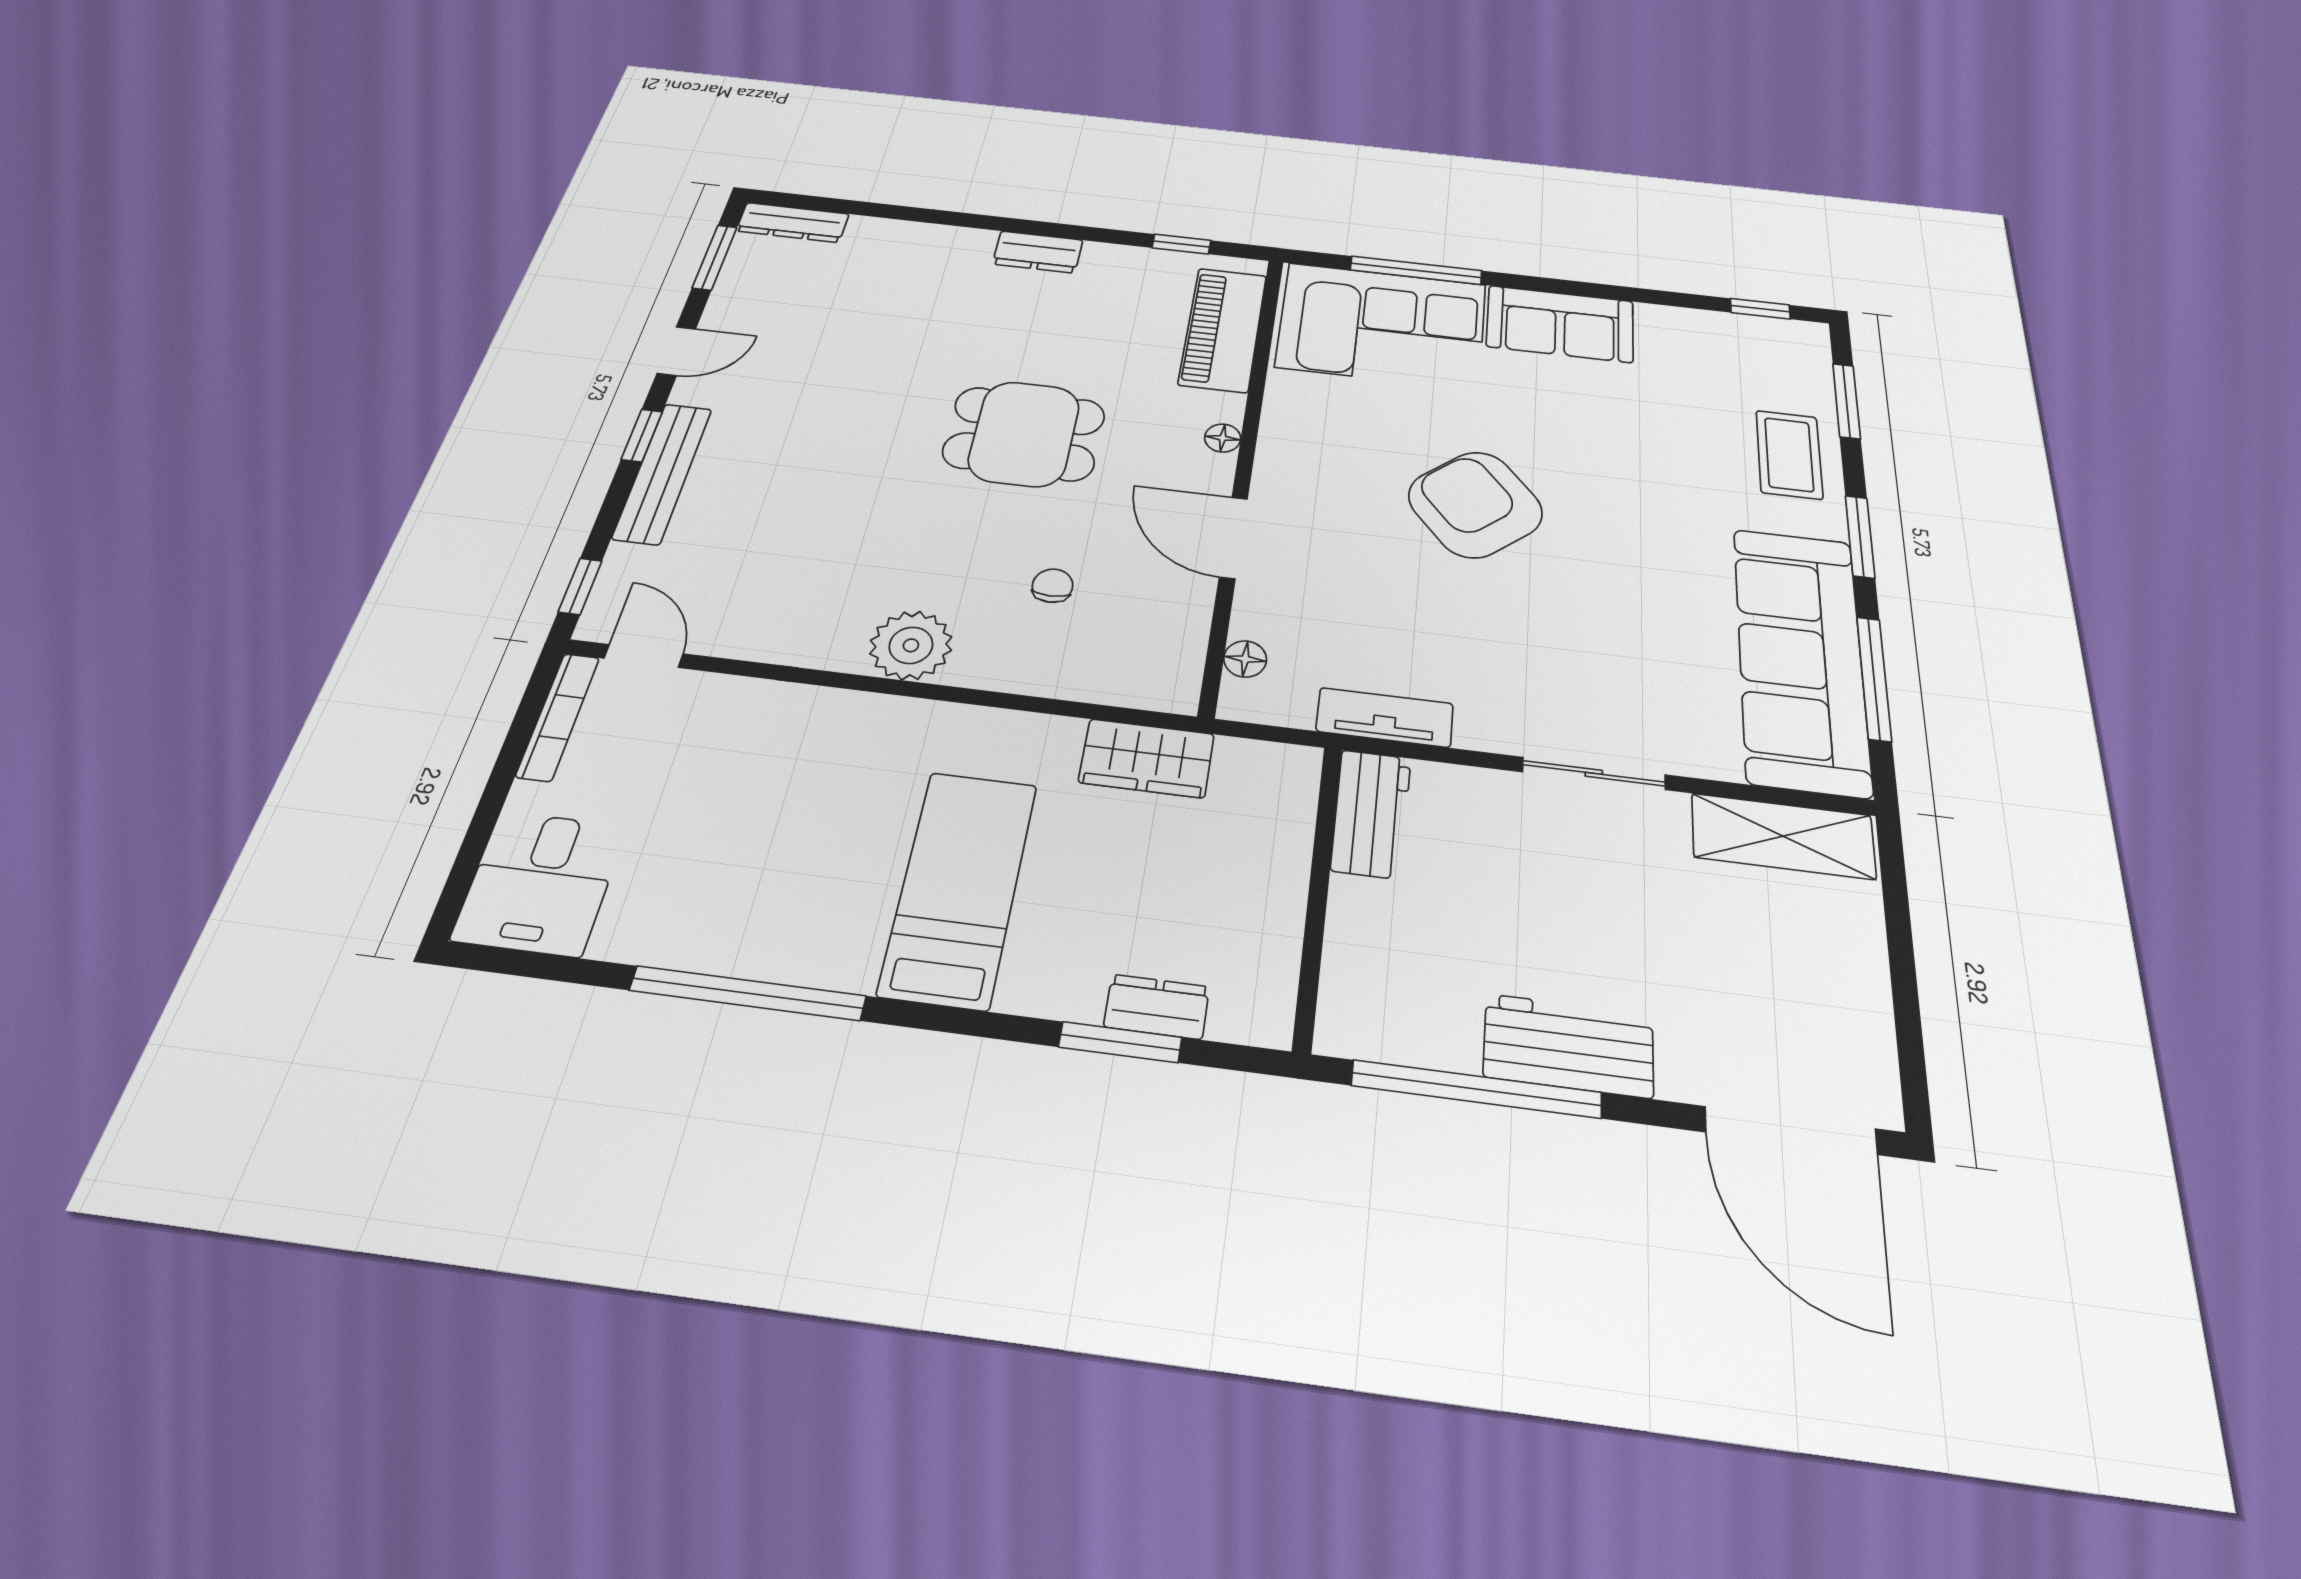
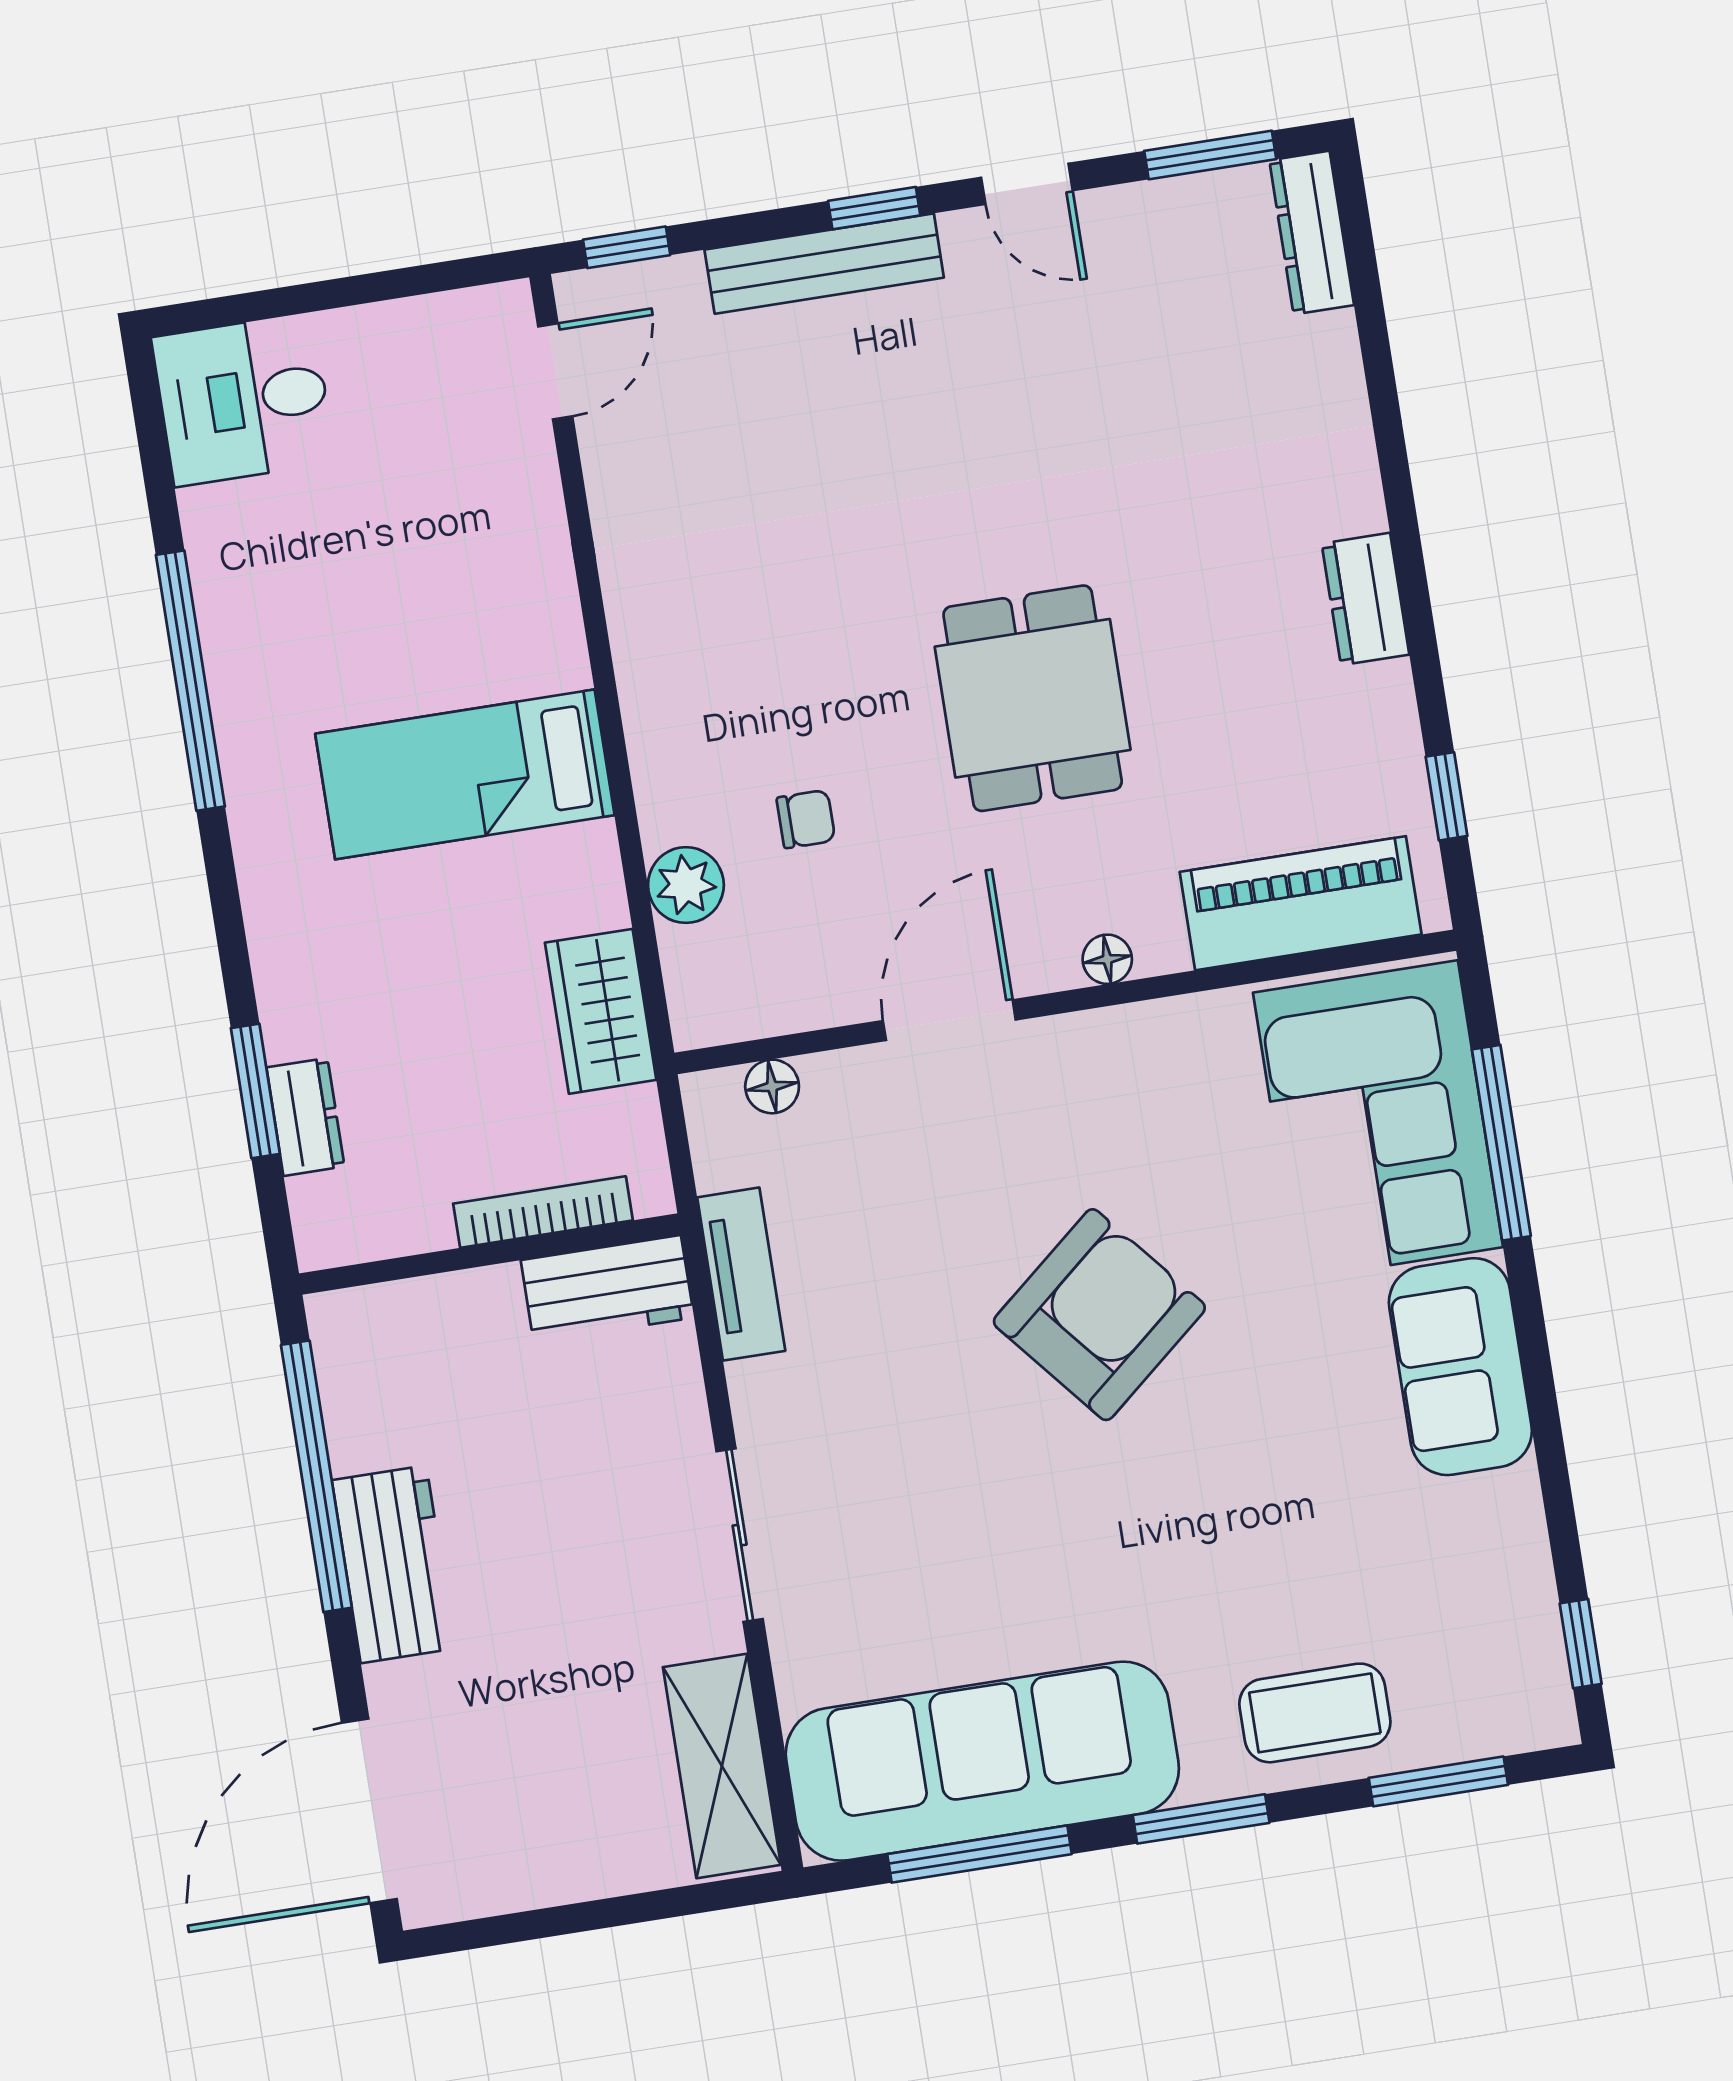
plant: (911, 645) -> (686, 885), moved, width x0.73, depth x0.73
bookcase: (558, 716) -> (543, 1212), moved, turned 180
bed: (959, 888) -> (465, 774), moved, turned 180

